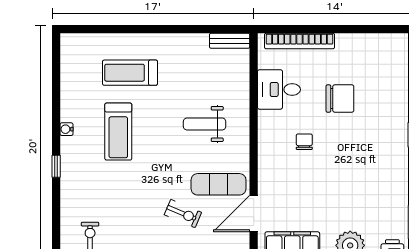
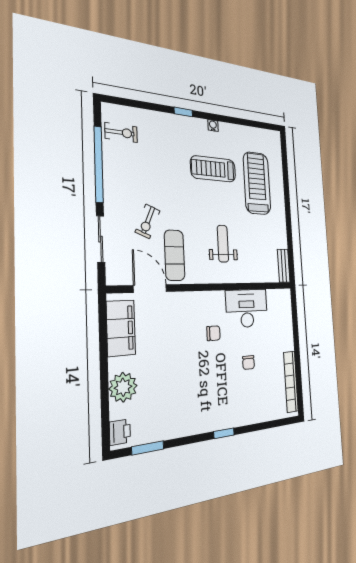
bookcase: (299, 41) -> (291, 382), moved
treadmill: (130, 73) -> (257, 183), width x1.37, depth x1.38
desk: (279, 89) -> (247, 308), width x1.37
chair: (340, 99) -> (248, 363), width x0.54, depth x0.54

